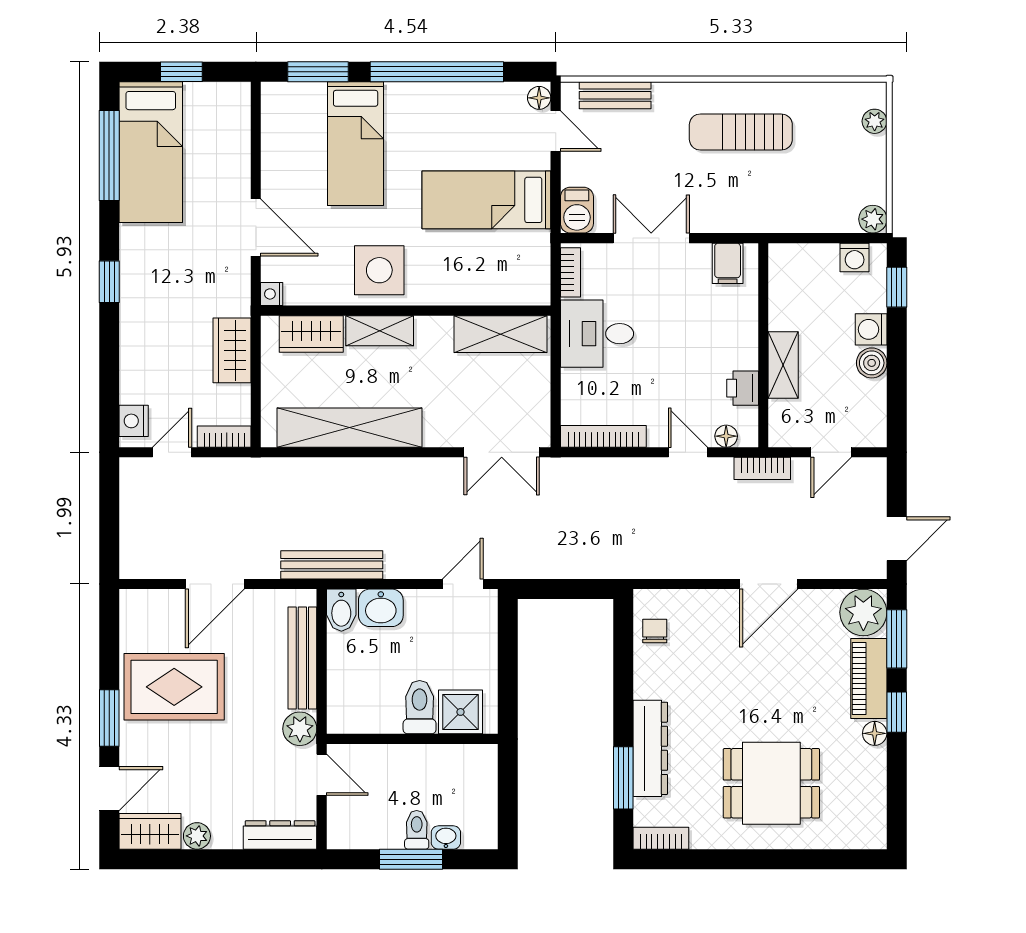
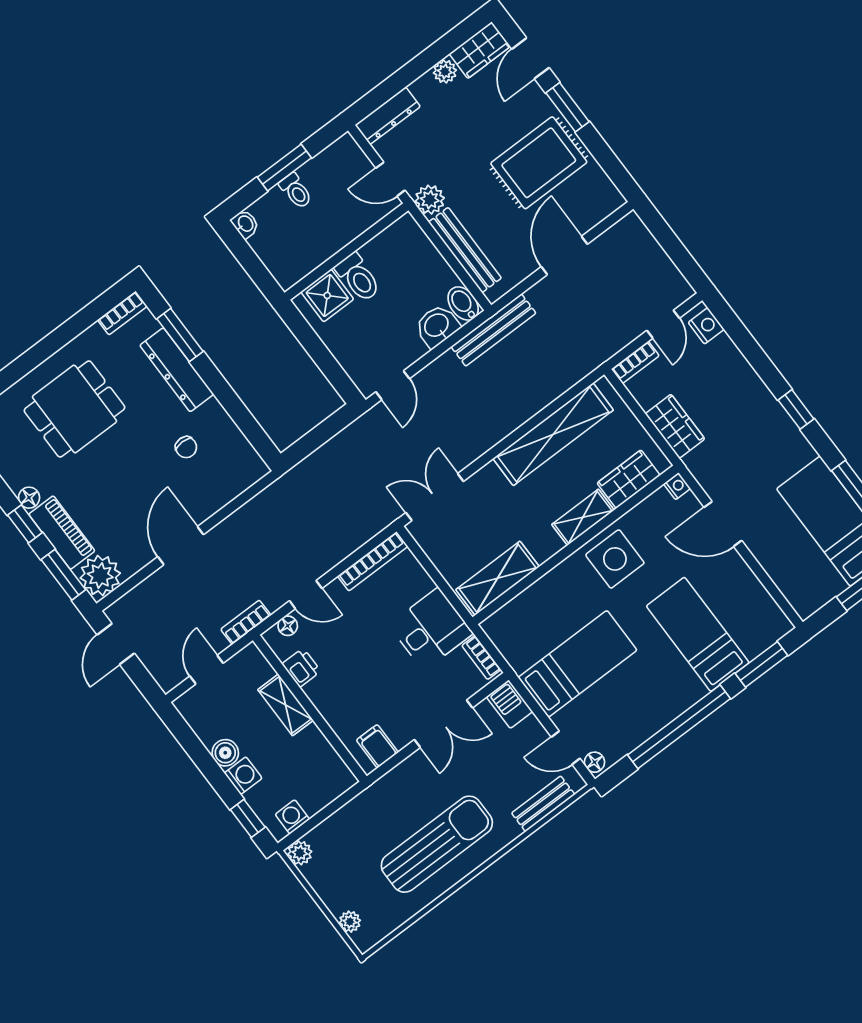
sun lounger: (741, 132) -> (437, 844), width x1.36, depth x1.34
chair: (655, 631) -> (186, 447), moved
washbasin: (446, 838) -> (245, 224), moved, turned -90

